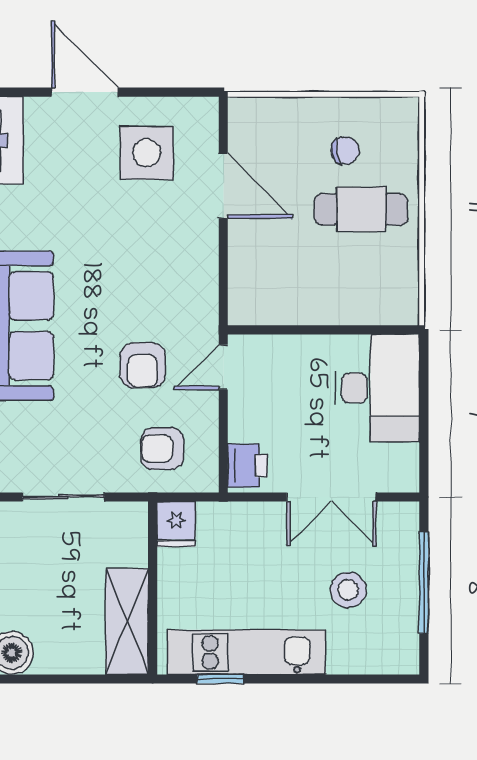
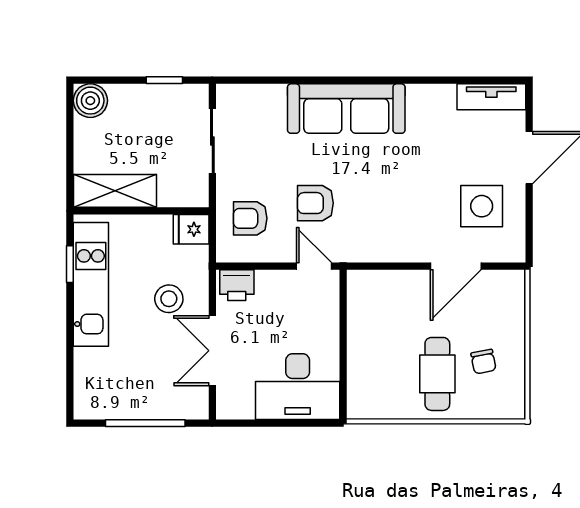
armchair: (162, 449) -> (250, 218), turned -90
stool: (348, 590) -> (169, 299), moved

